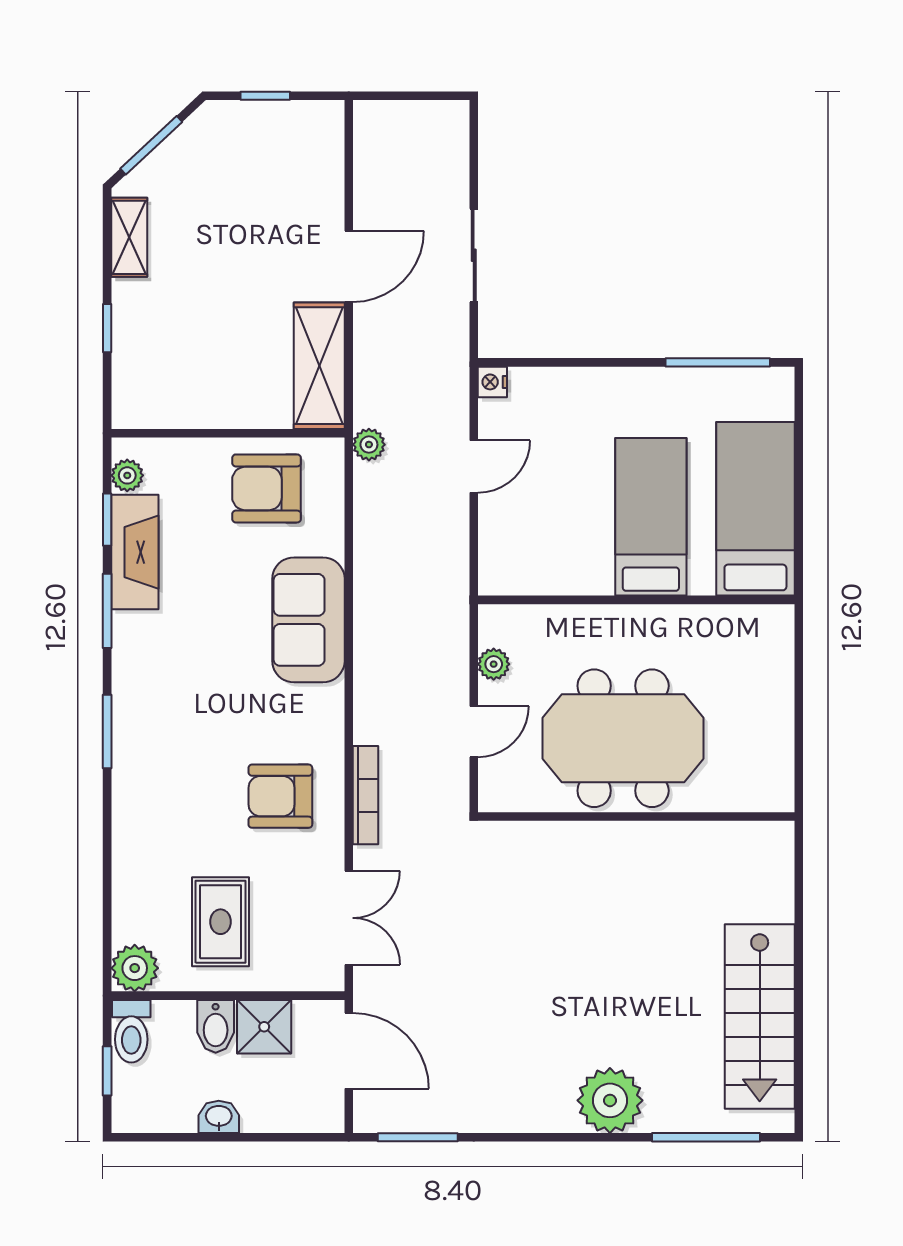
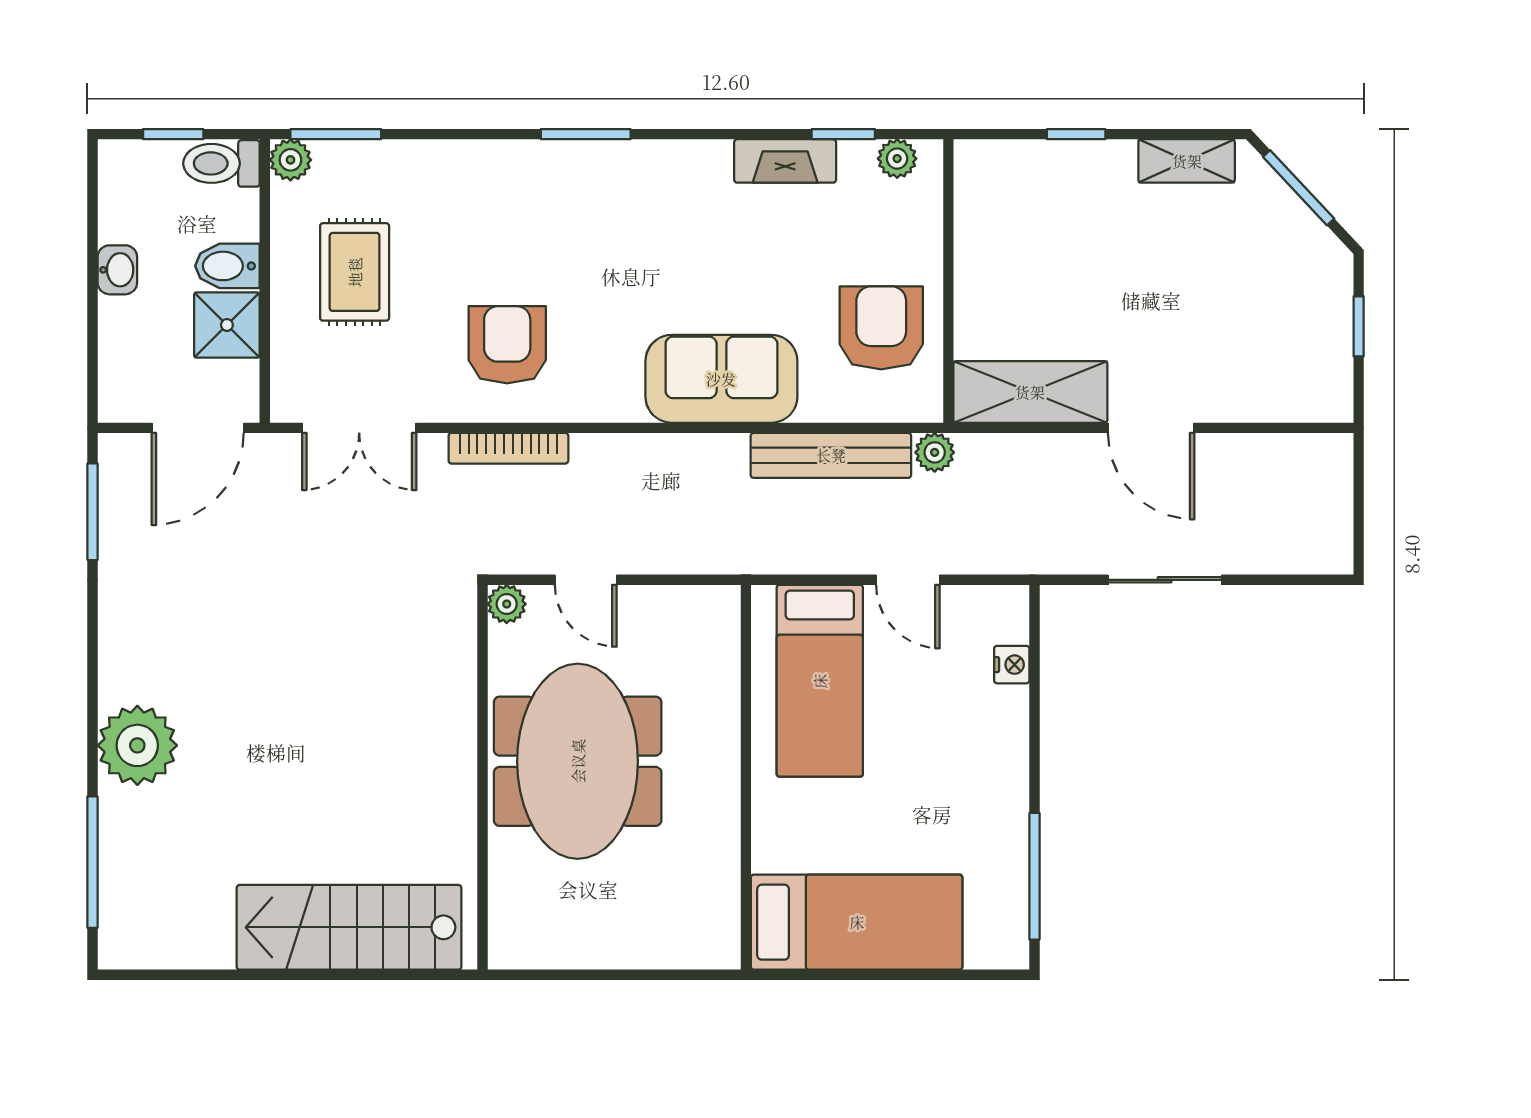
nightstand: (492, 382) -> (1012, 665), moved, turned 90
bed: (651, 517) -> (820, 681), moved, turned 90
bench: (371, 530) -> (831, 455), added
fireplace: (135, 552) -> (785, 161), width x0.73, depth x0.76
window: (107, 611) -> (336, 134), moved
plant: (494, 664) -> (507, 604), moved
rug: (220, 922) -> (355, 272), turned 90
plant: (135, 968) -> (290, 160), width x0.73, depth x0.73
stairs: (760, 1016) -> (349, 927), moved

